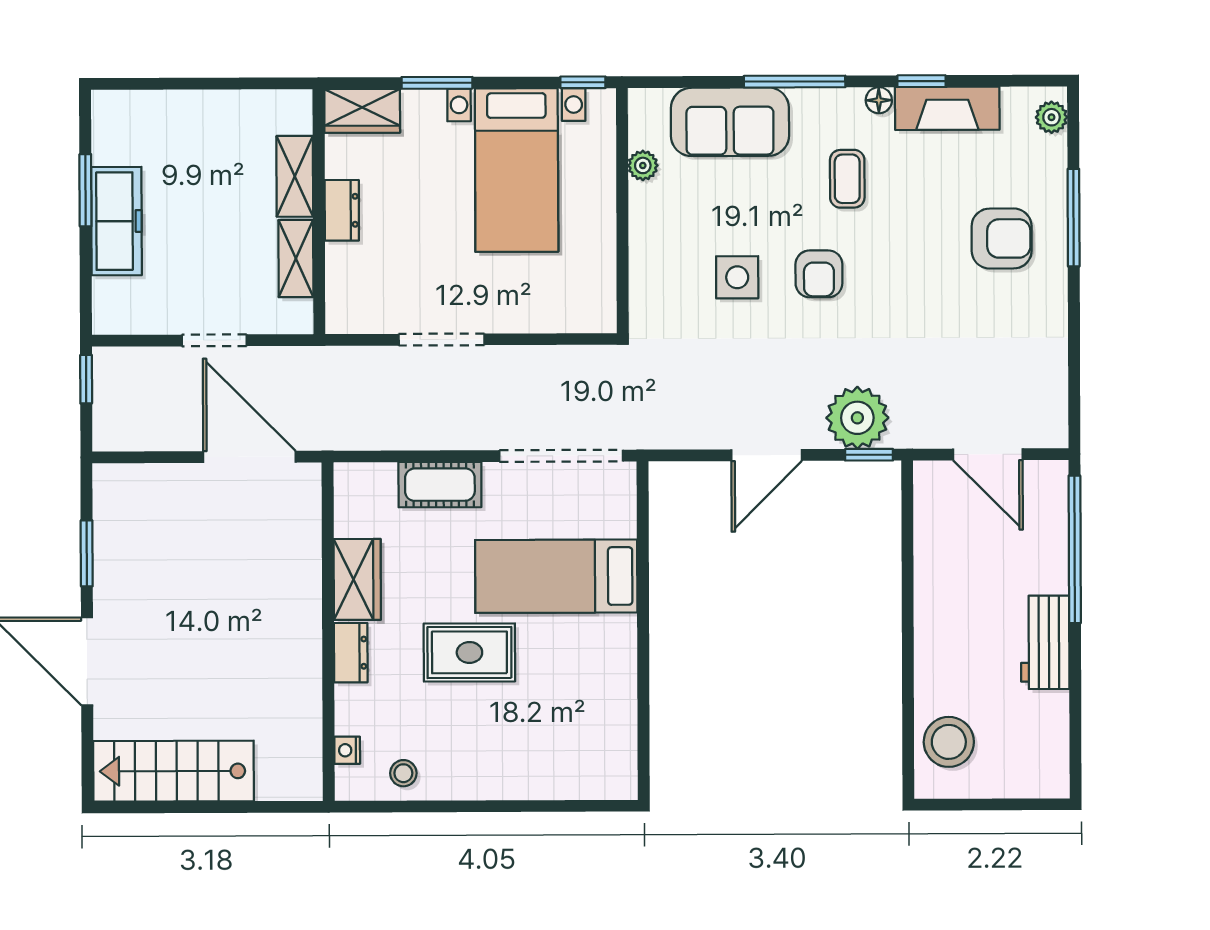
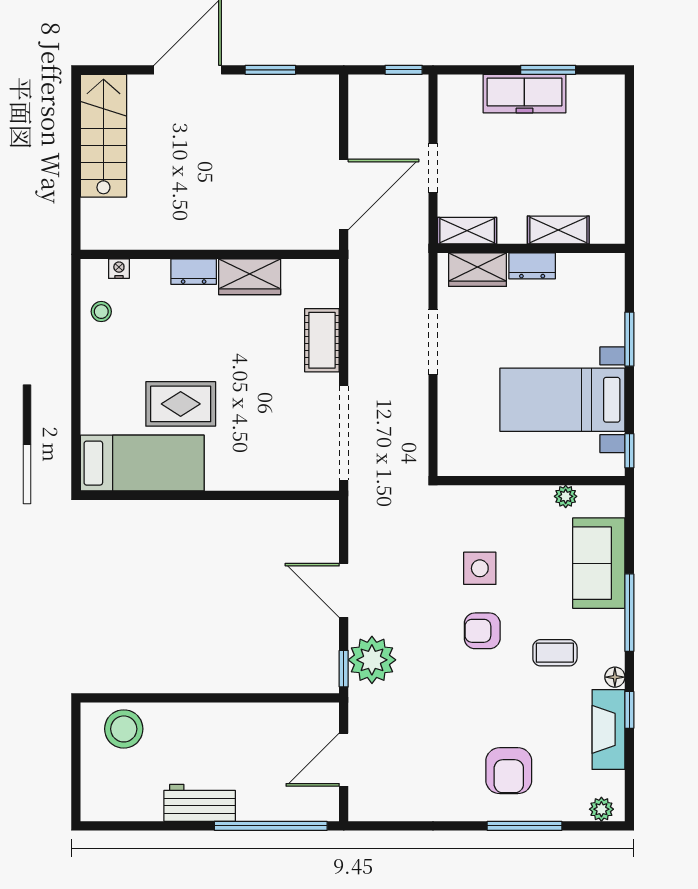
wardrobe: (362, 111) -> (478, 270), moved, turned -90
shelving: (296, 259) -> (467, 231), moved
bed: (556, 576) -> (142, 463), moved, turned 90
rug: (469, 652) -> (181, 404), moved, turned 90

